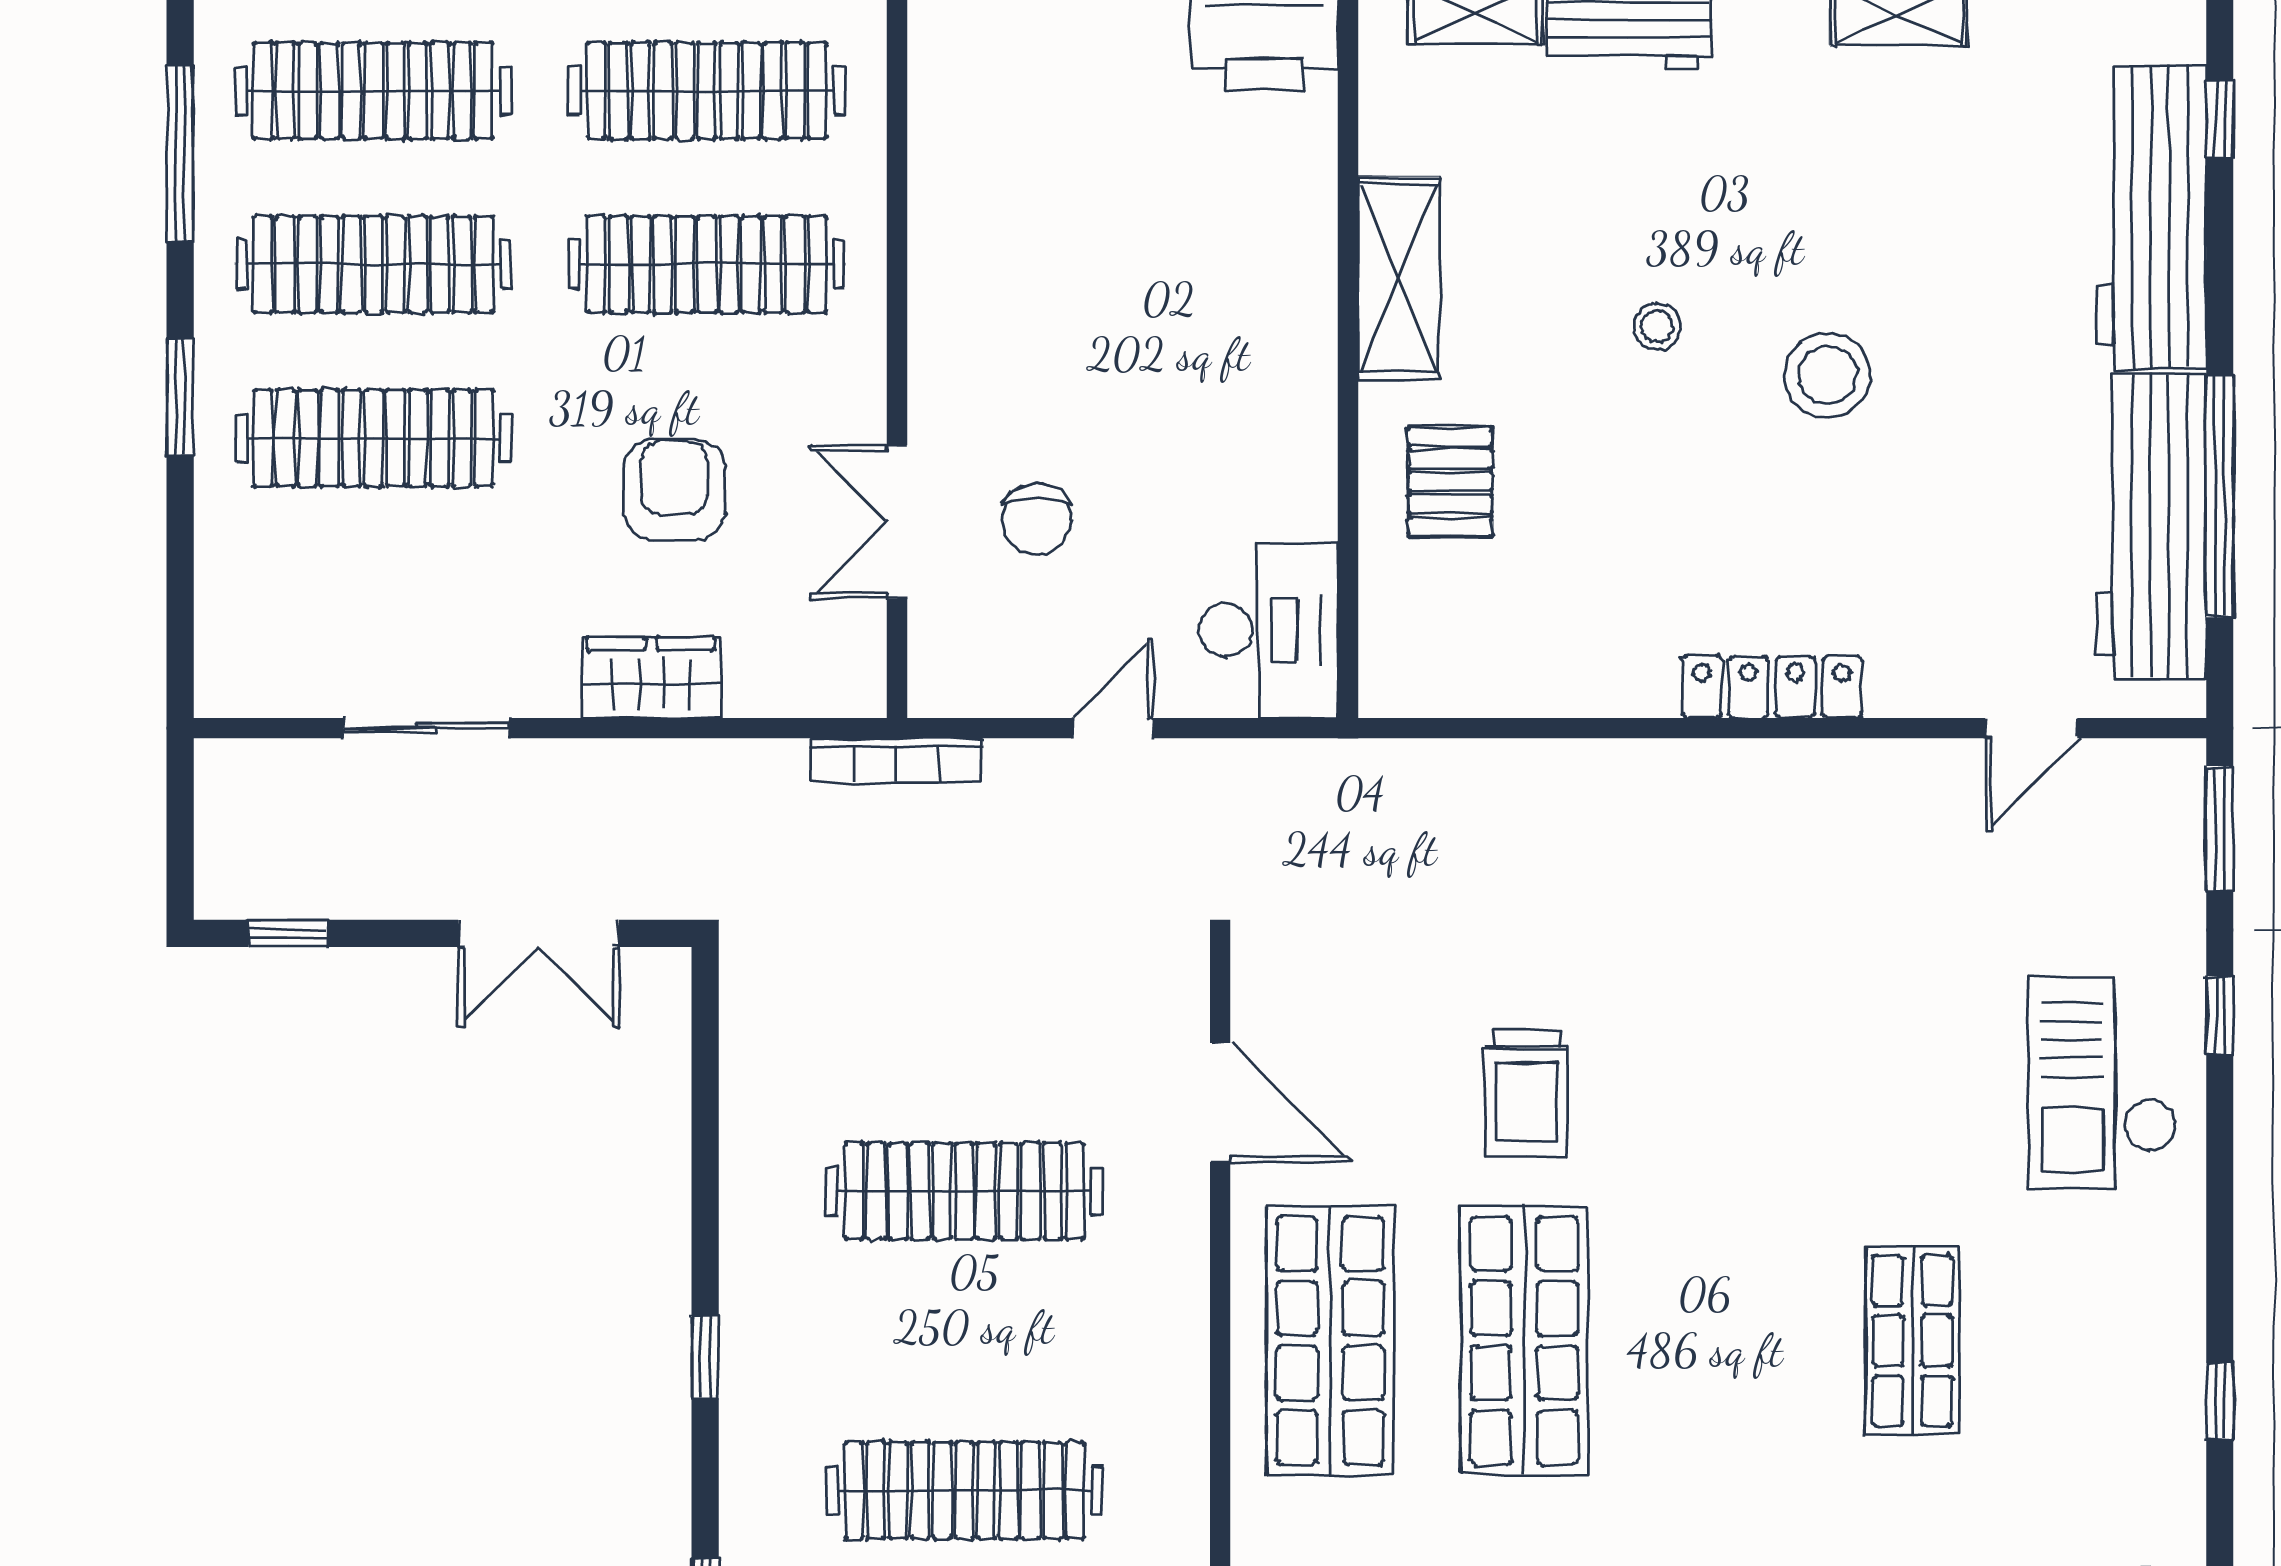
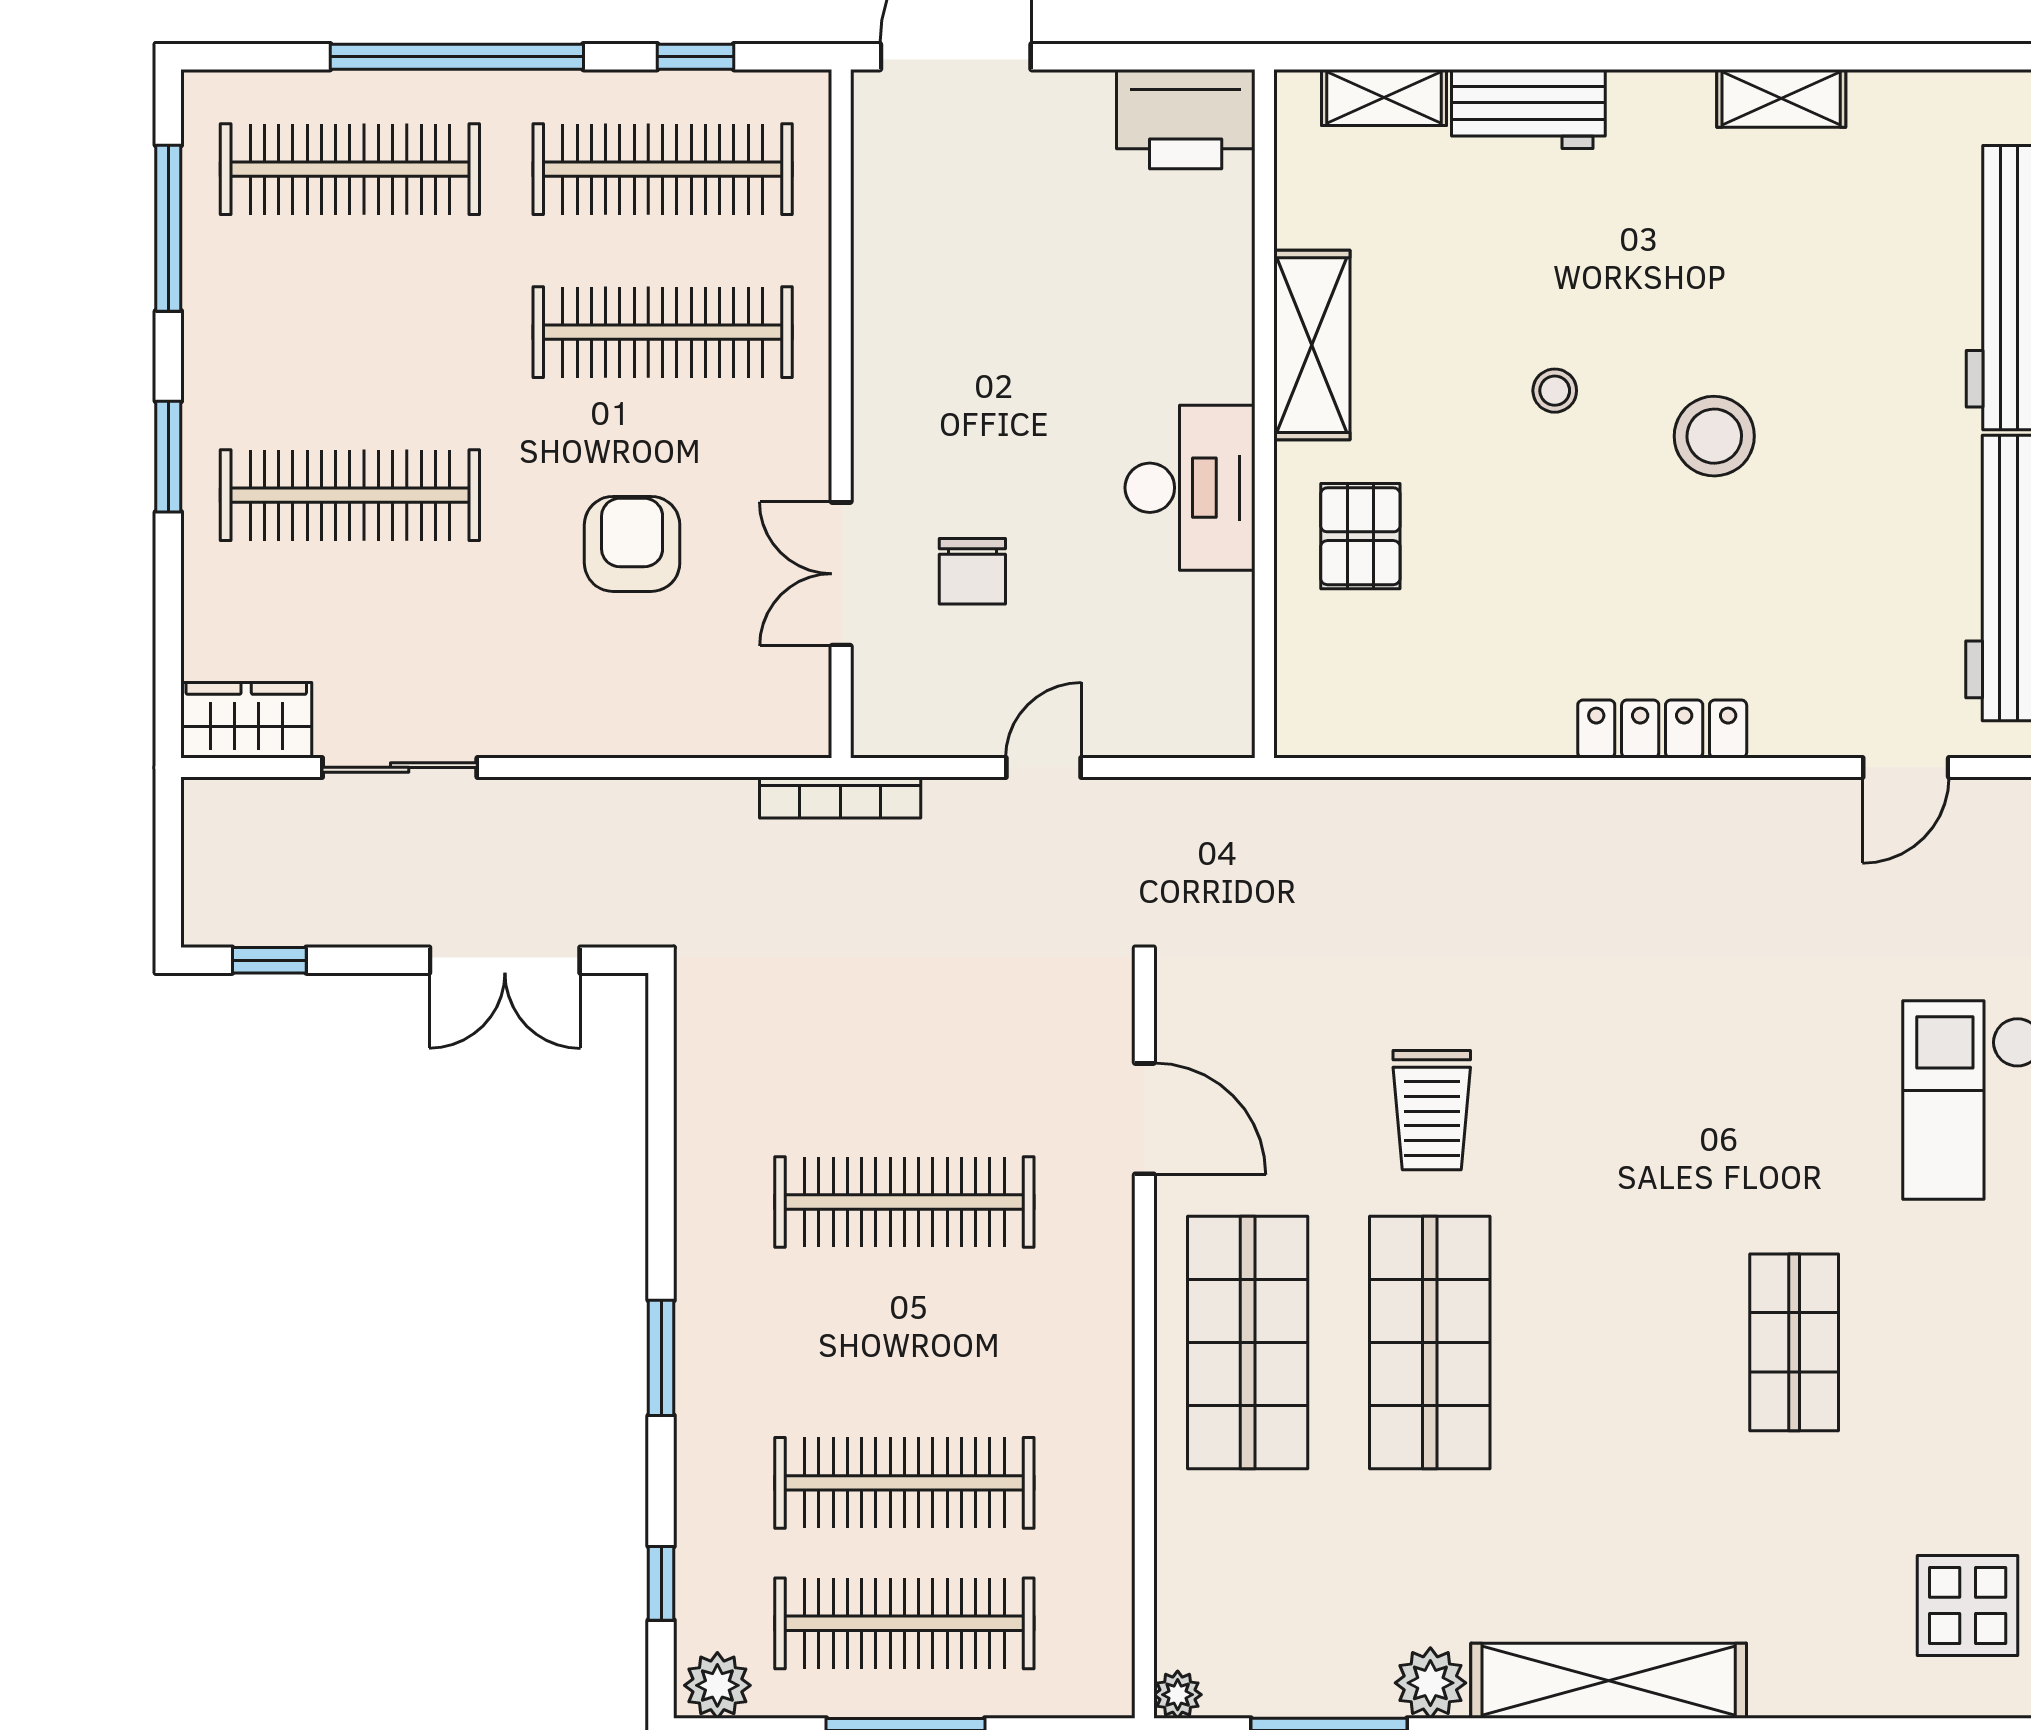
clothes rail: (374, 264) -> (350, 332), removed
desk: (1269, 630) -> (1190, 488), moved
wardrobe: (651, 678) -> (246, 720), moved
window: (705, 1357) -> (661, 1358), width x1.50

